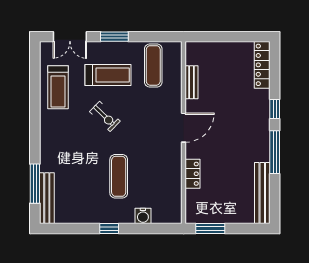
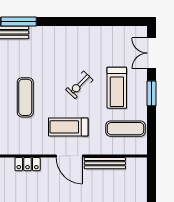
bench: (192, 82) -> (105, 163), width x1.36
treadmill: (58, 87) -> (68, 127), moved
exercise mat: (119, 176) -> (25, 97), turned 90

